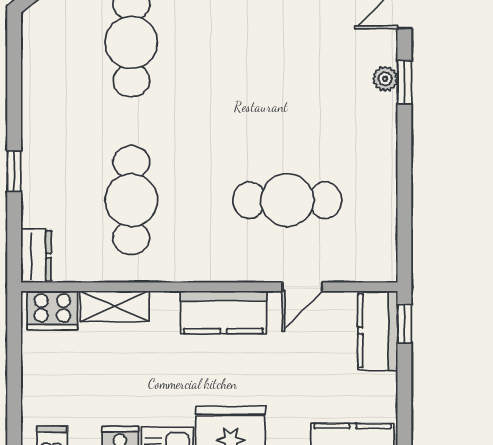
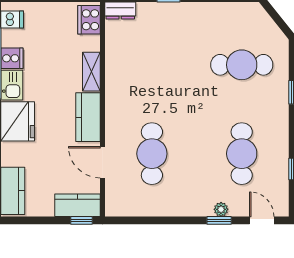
cafe table: (131, 200) -> (242, 154), moved, turned 90
door: (302, 287) -> (103, 162), width x1.37
shelving: (115, 306) -> (91, 72), moved

